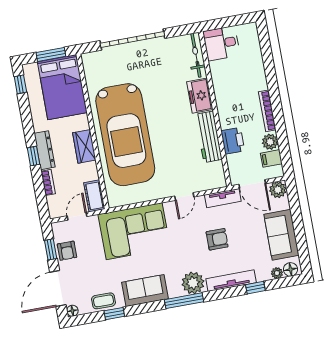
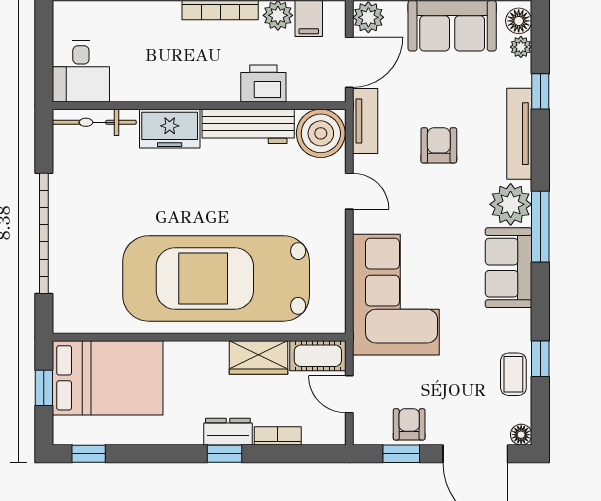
window: (51, 54) -> (44, 388), width x0.67
car: (125, 135) -> (216, 278), turned 180
wardrobe: (84, 146) -> (259, 357), moved
dresser: (45, 150) -> (228, 432), width x0.70
boiler: (212, 176) -> (321, 133), added
armchair: (67, 251) -> (409, 424), turned -90
sofa: (145, 291) -> (508, 268), moved

